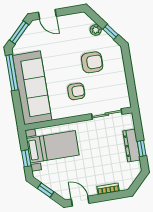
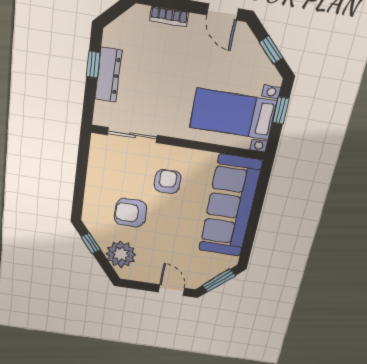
plant: (96, 30) -> (121, 254), width x1.88, depth x1.88
window: (12, 73) -> (250, 235), removed
armchair: (76, 91) -> (168, 182), turned 90

